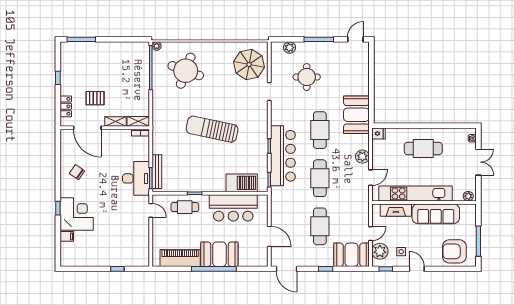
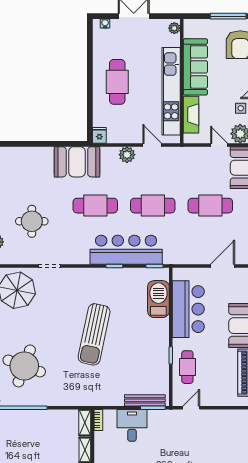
desk: (136, 178) -> (132, 425), moved, width x0.73

